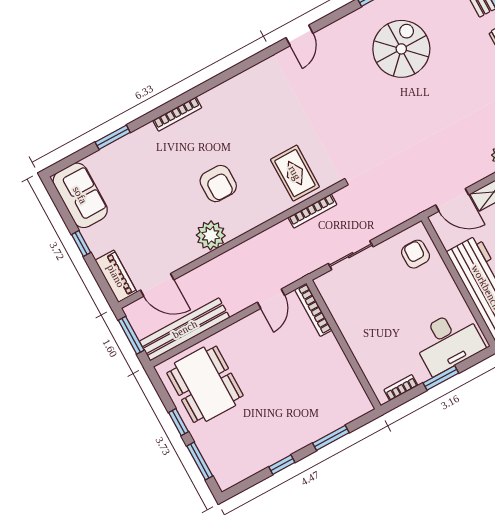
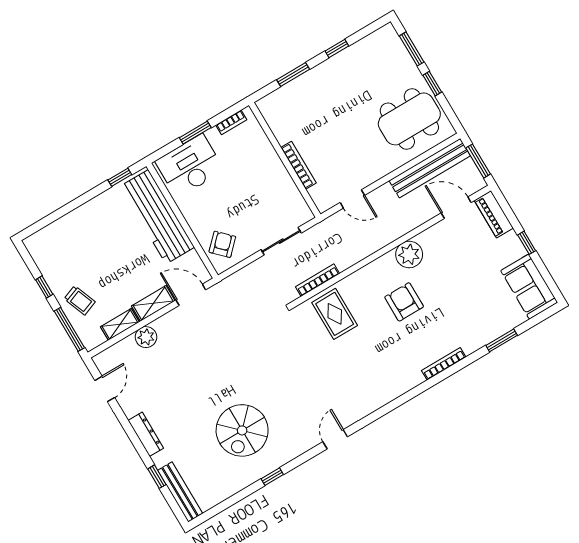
armchair: (416, 254) -> (222, 244), turned -135
door: (271, 299) -> (352, 199), swing flipped
bookcase: (313, 310) -> (299, 165), moved
dining table: (205, 384) -> (409, 119), turned 90

